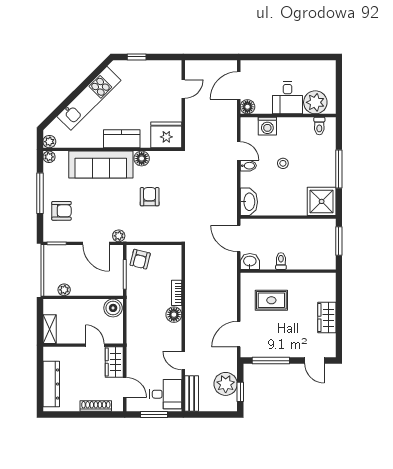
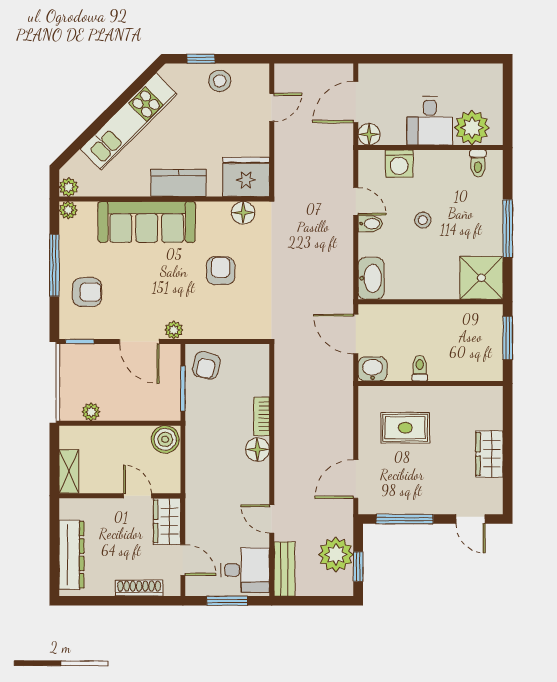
stool: (149, 71) -> (220, 81), added
floor lamp: (142, 159) -> (243, 213), moved

